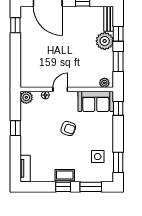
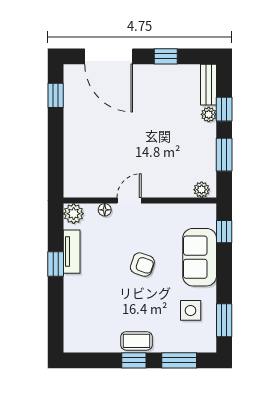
plant: (105, 41) -> (209, 114), width x0.53, depth x0.53
sofa: (96, 101) -> (200, 257), moved, turned 90
tv unit: (25, 168) -> (72, 252), moved

